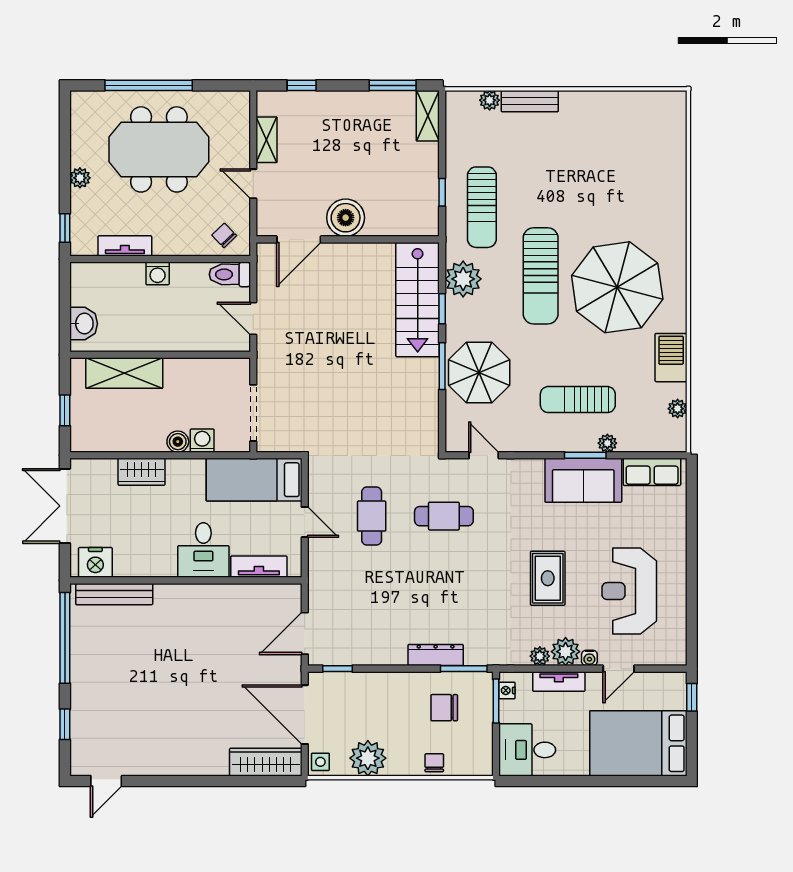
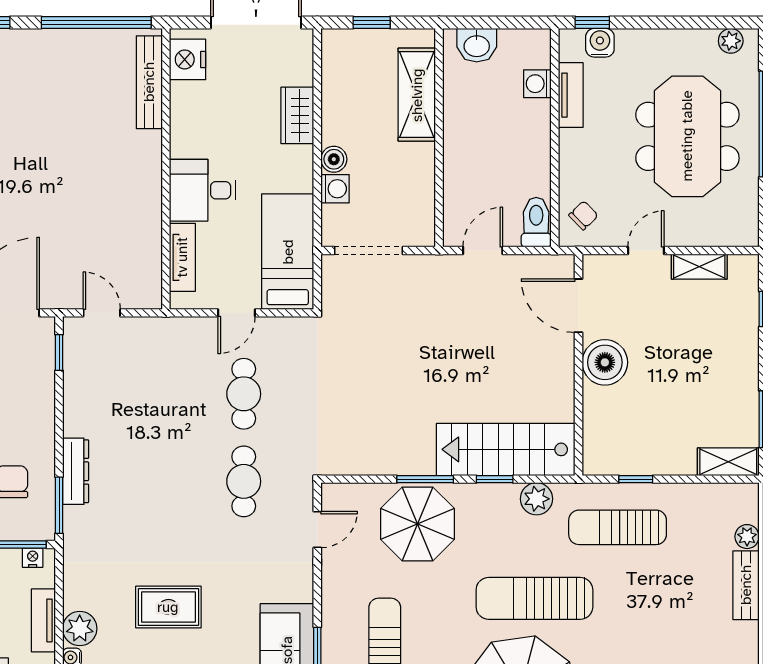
plant: (80, 178) -> (731, 41), moved
water cooler: (82, 222) -> (600, 43), added
washing machine: (158, 273) -> (537, 84), moved
plant: (463, 279) -> (536, 499), width x0.73, depth x0.73
cafe table: (372, 516) -> (244, 394), turned 90
door: (305, 633) -> (102, 313), width x0.73
plant: (540, 656) -> (74, 597), removed

